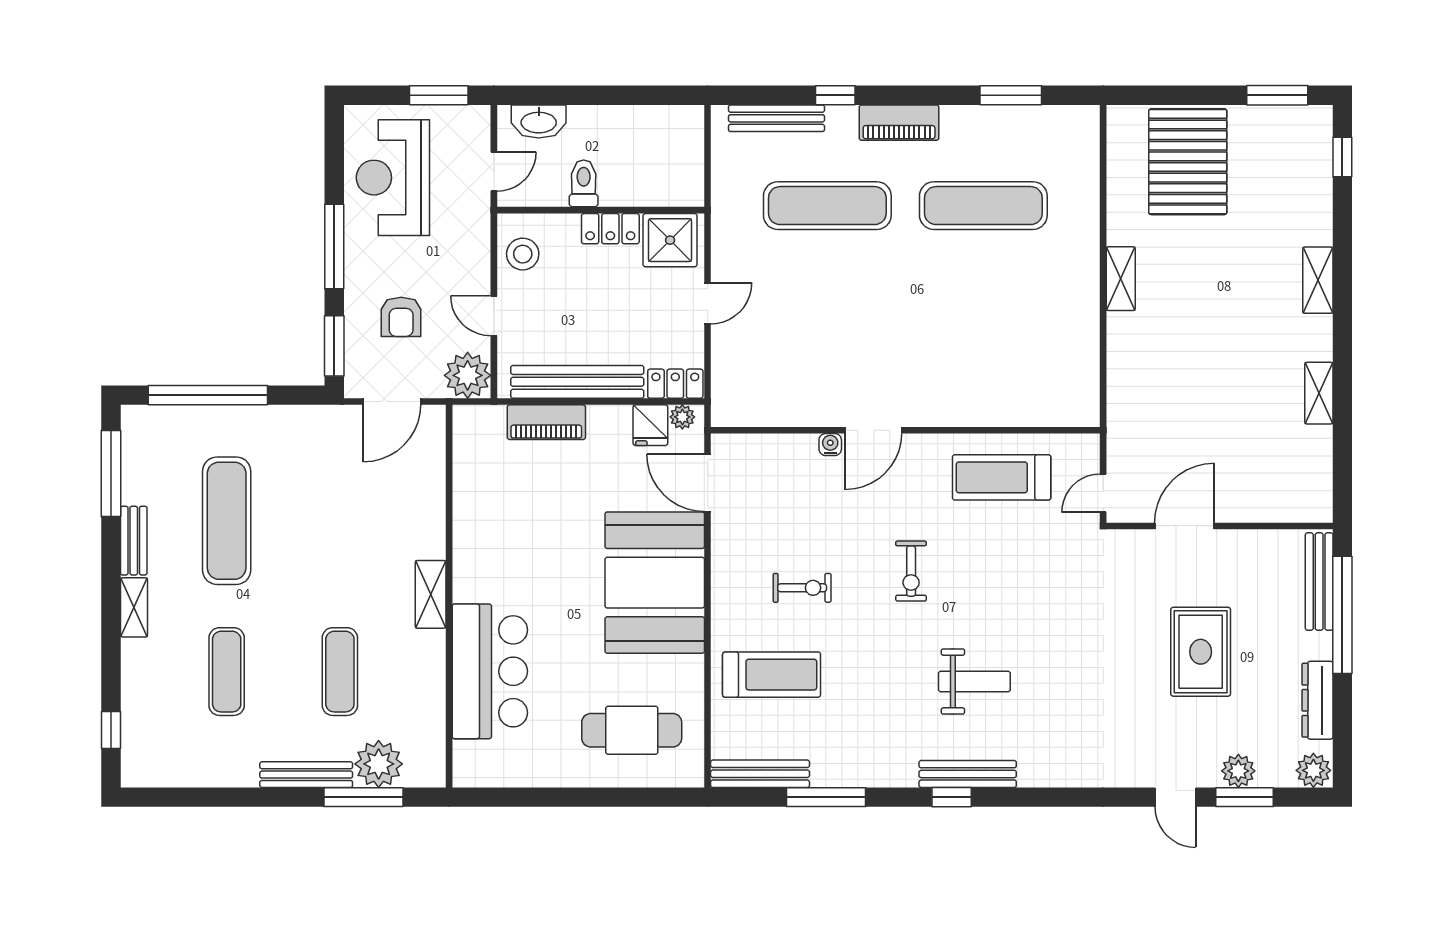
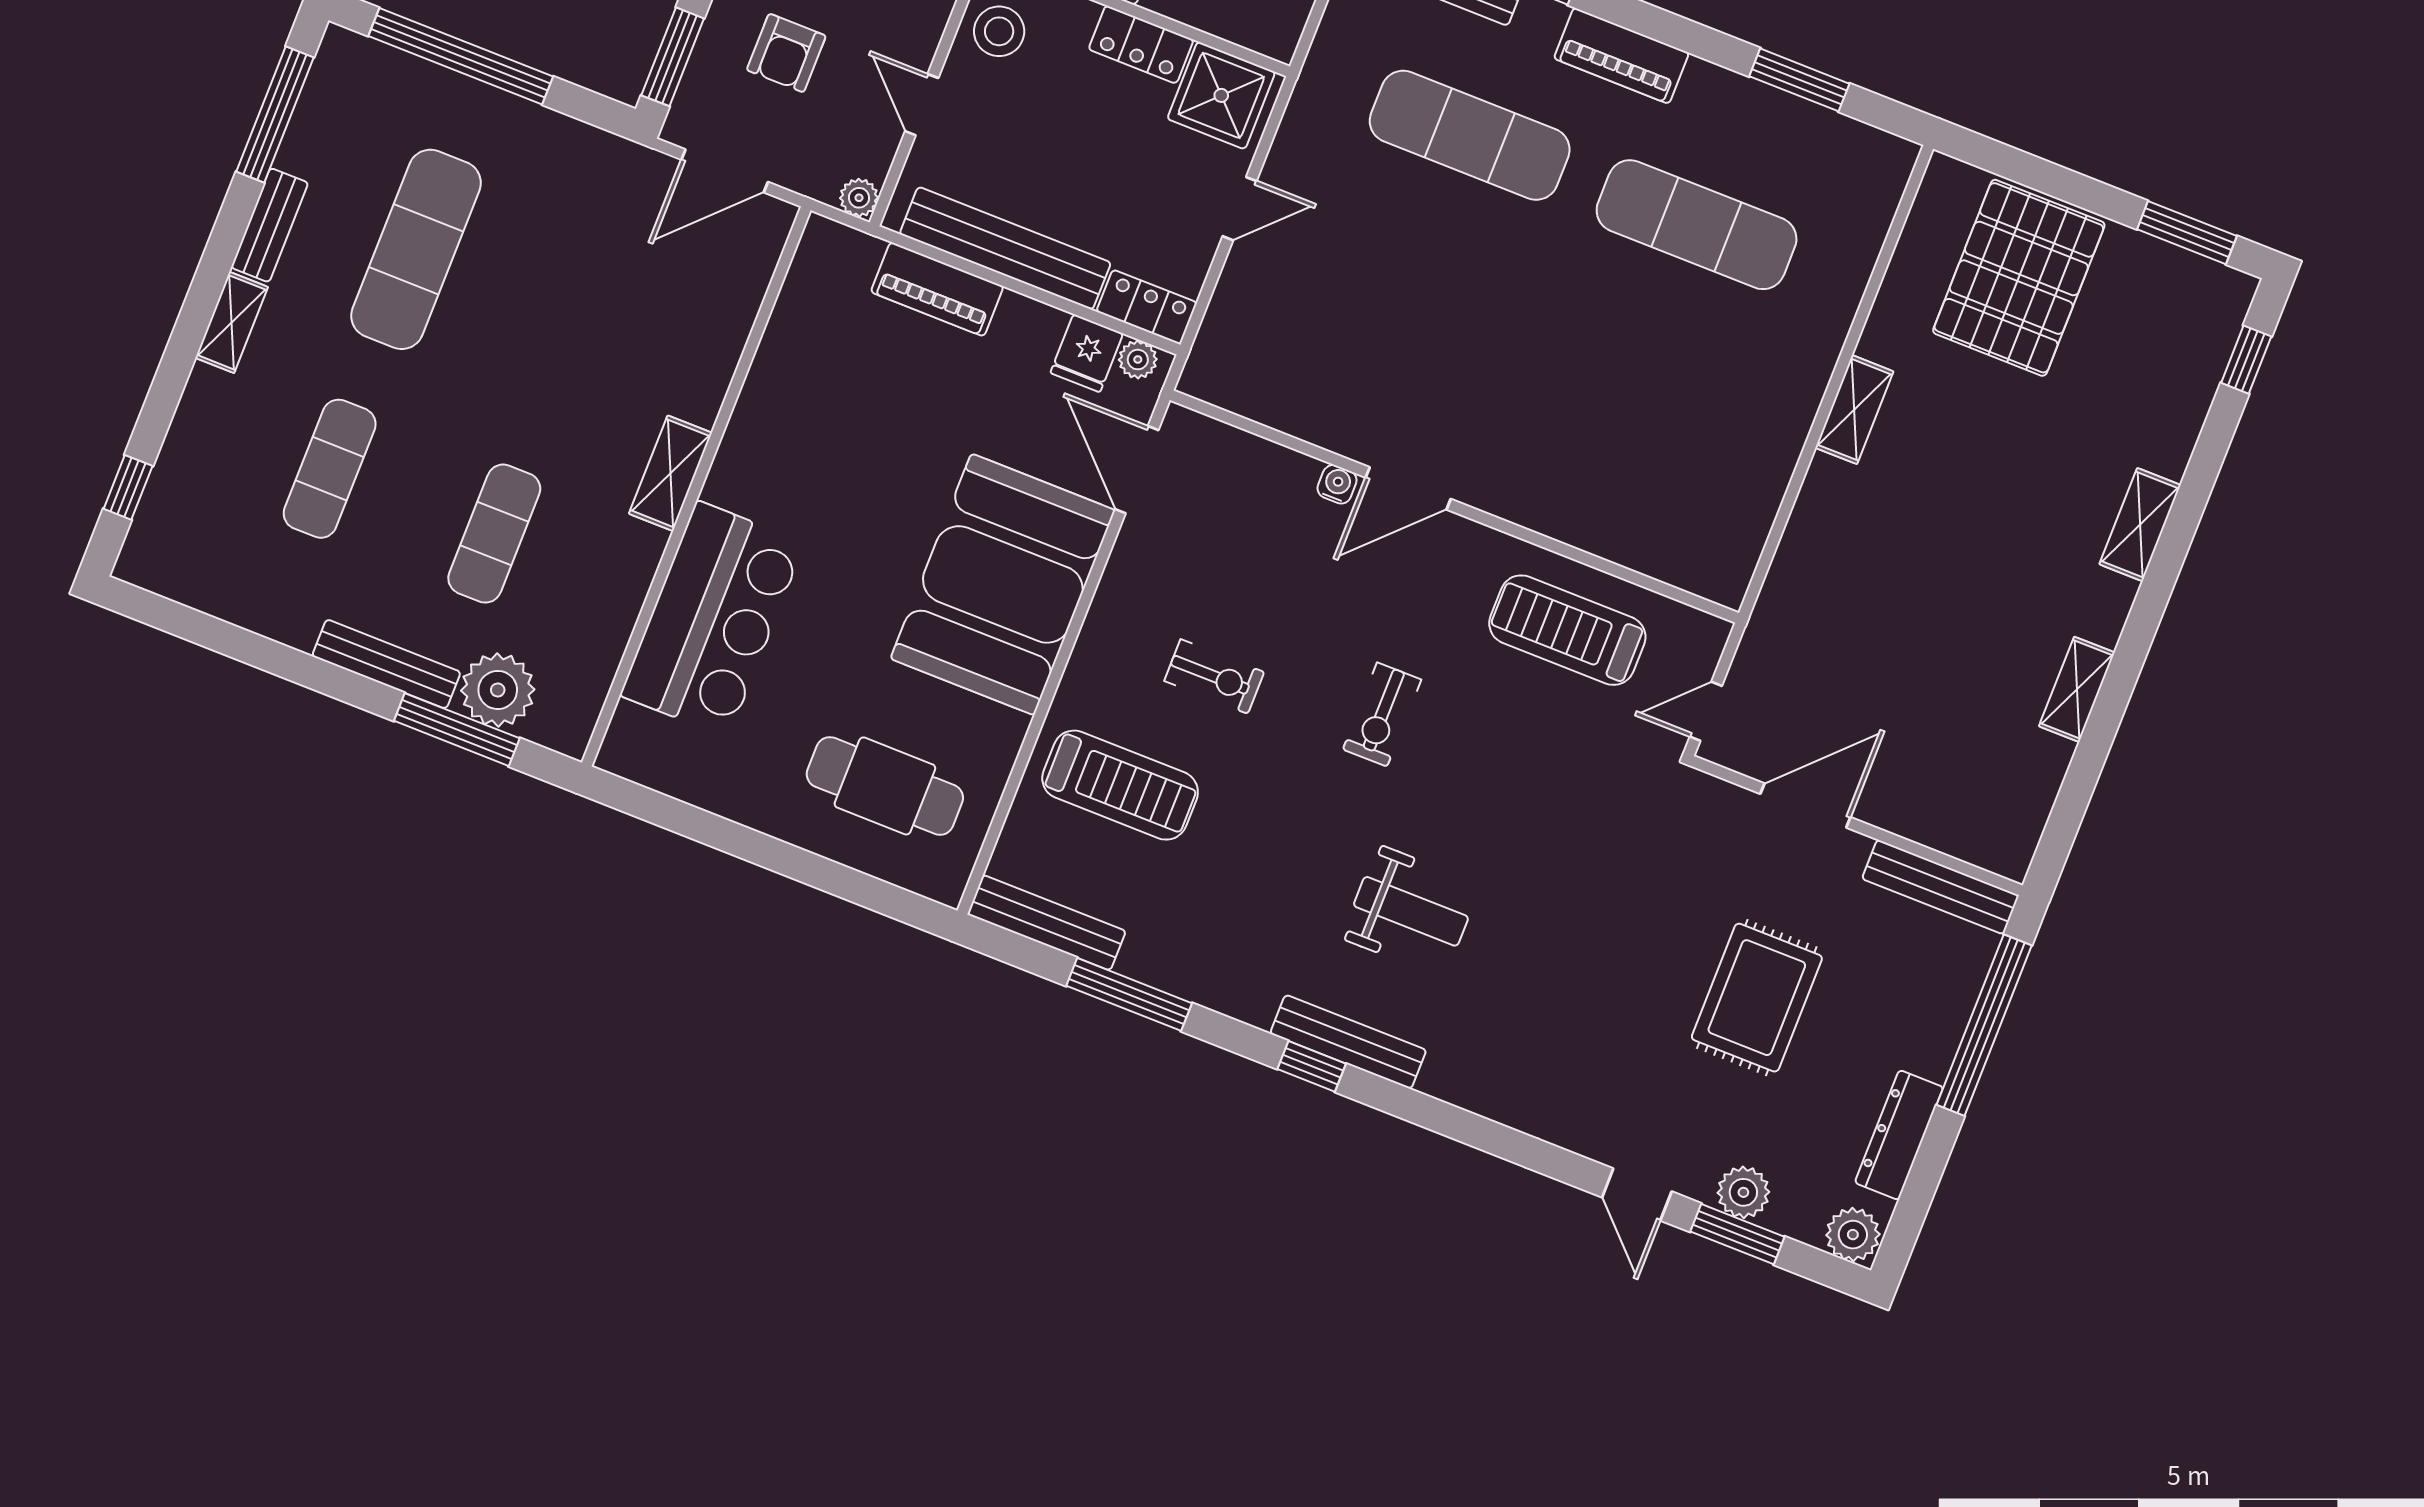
plant: (468, 375) -> (859, 198), width x0.53, depth x0.53
bench: (1319, 581) -> (1940, 887), moved, turned 90

